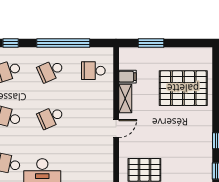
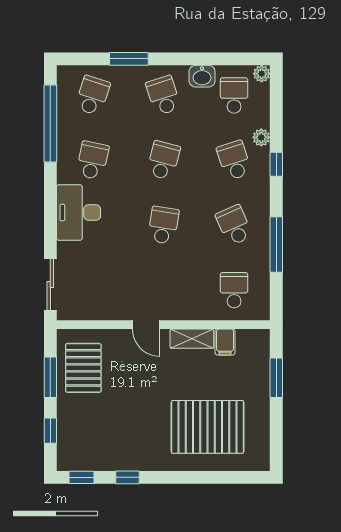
window: (63, 43) -> (276, 244), width x0.68
pallet: (183, 88) -> (208, 427), turned 90
school desk: (51, 117) -> (163, 225), turned 33

